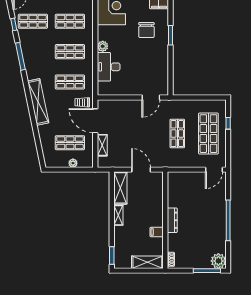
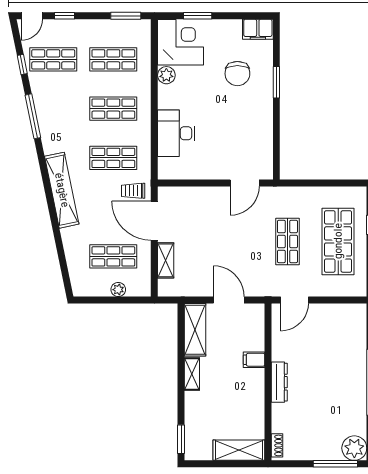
plant: (103, 46) -> (166, 75), moved
door: (214, 170) -> (295, 300), moved
filing cabinet: (157, 232) -> (254, 360), moved

